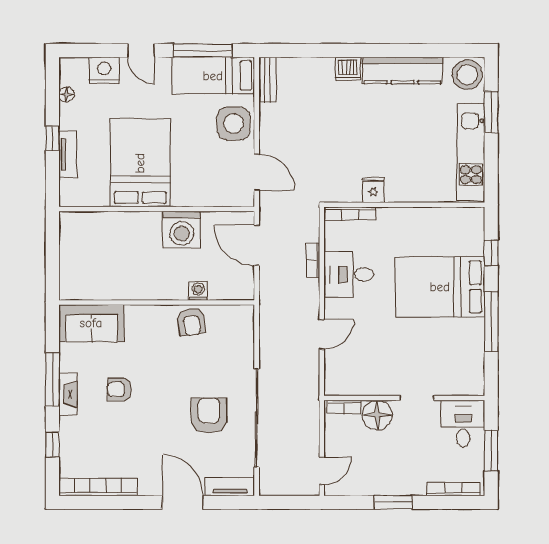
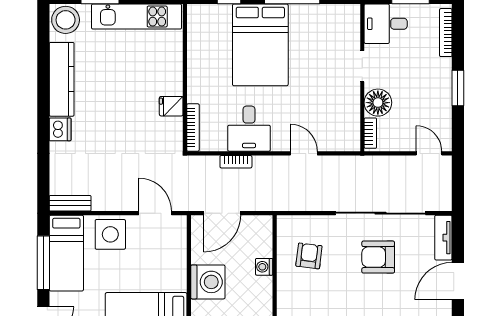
door: (257, 172) -> (155, 213), hinge flipped
armchair: (191, 322) -> (309, 256), moved, turned -74

